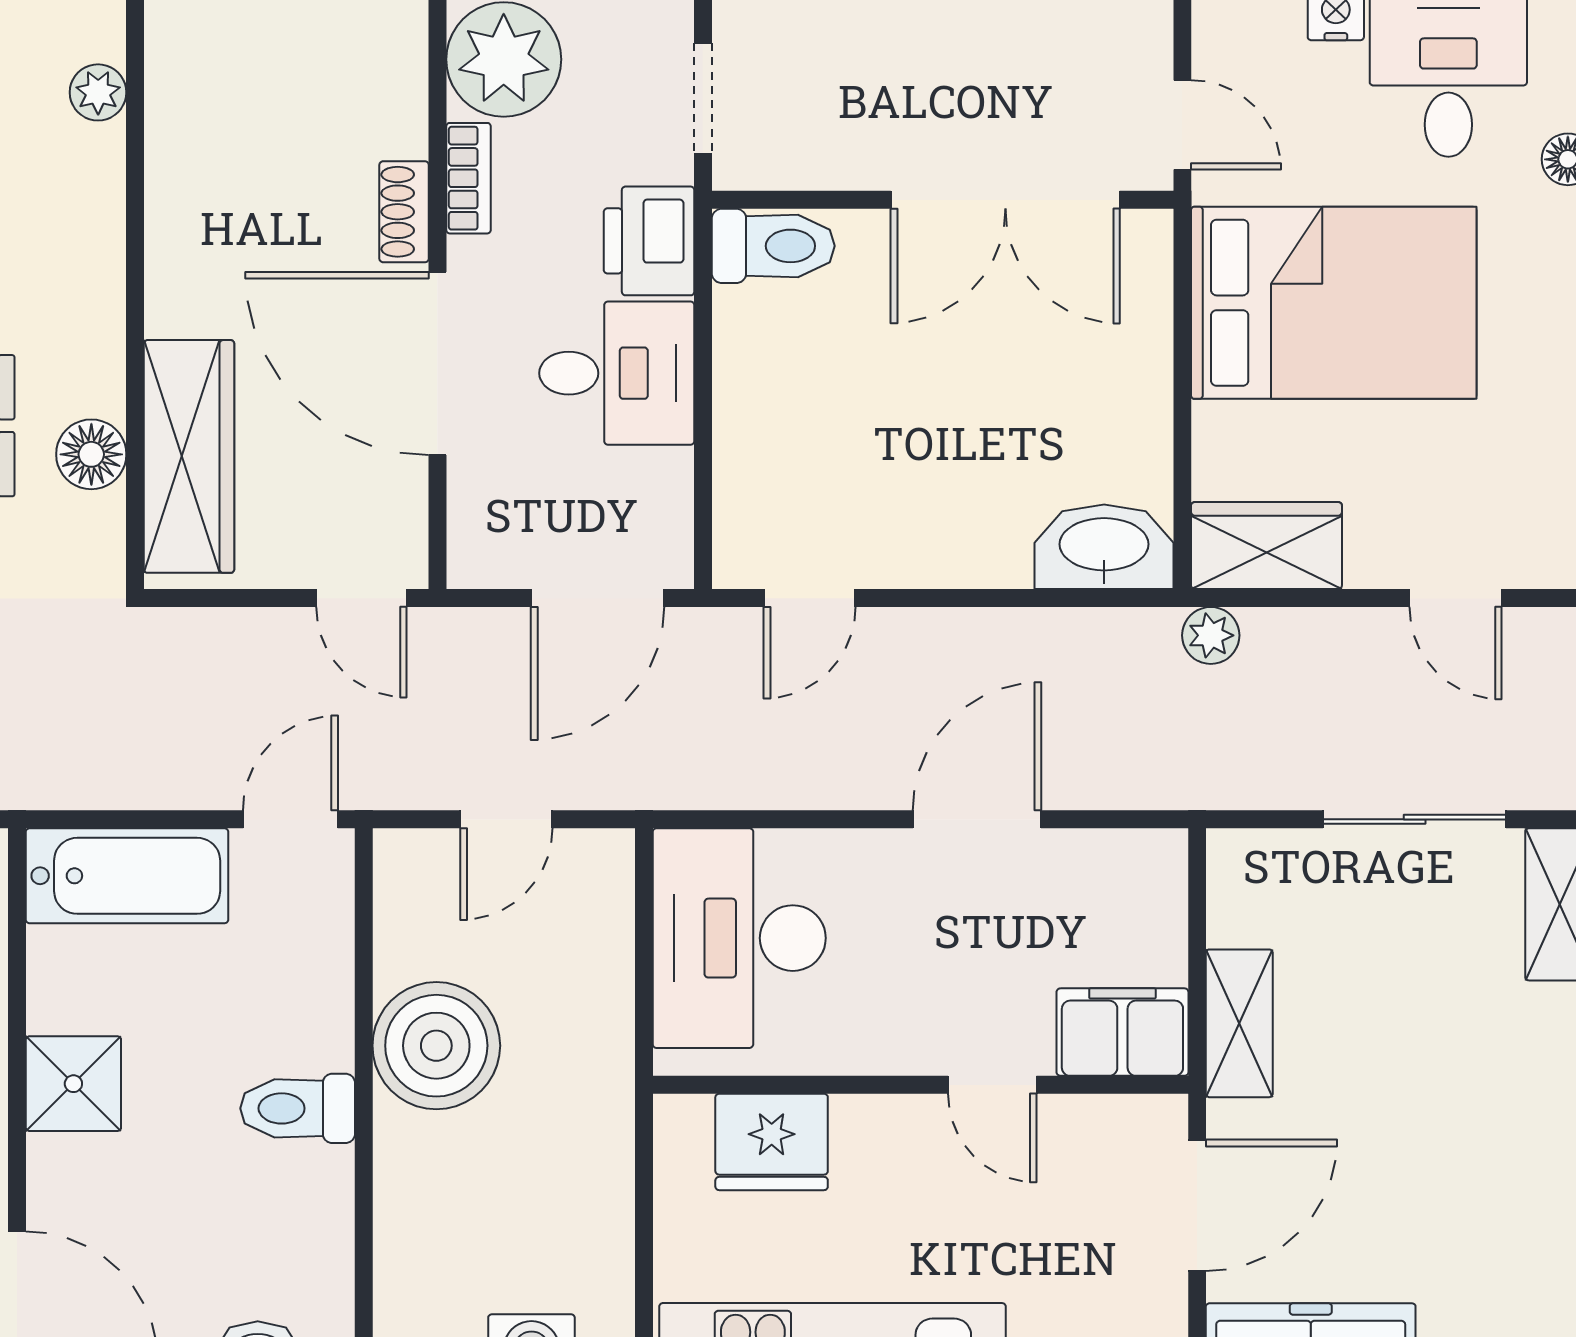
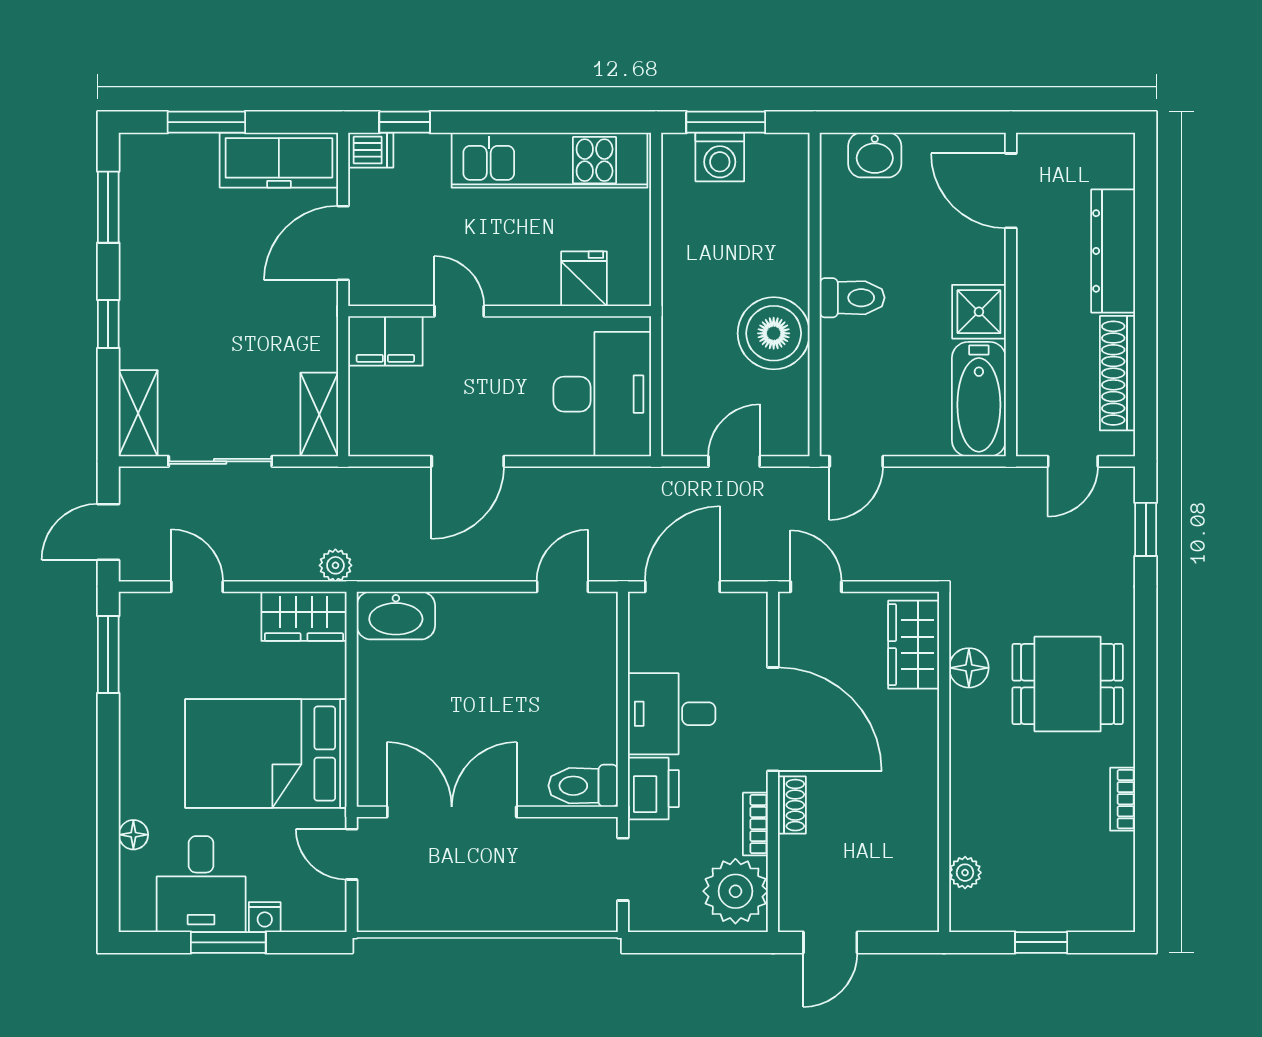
wardrobe: (189, 456) -> (914, 645), width x0.67
bathtub: (127, 876) -> (979, 399), moved, turned -90
shelving: (1239, 1023) -> (319, 414), moved
fridge: (772, 1142) -> (584, 279), width x0.72

